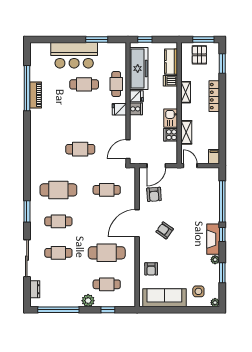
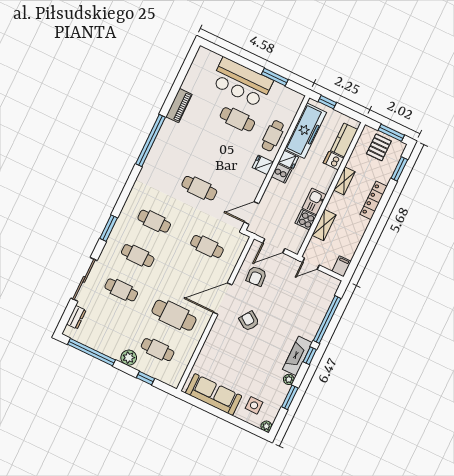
window: (27, 88) -> (151, 140), moved
door: (190, 166) -> (311, 264), swing flipped
cafe table: (58, 190) -> (154, 221), width x0.73, depth x0.74
armchair: (151, 269) -> (214, 356), removed

